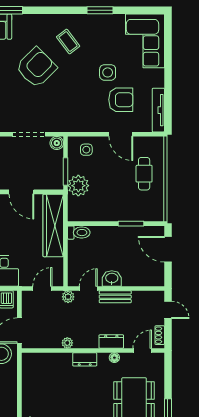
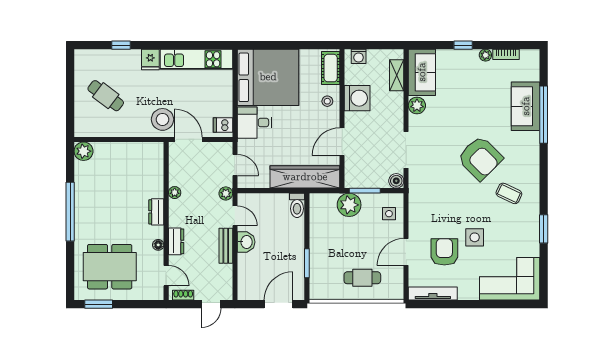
coffee table: (68, 42) -> (509, 193), turned 62
armchair: (121, 100) -> (444, 252), turned 180

